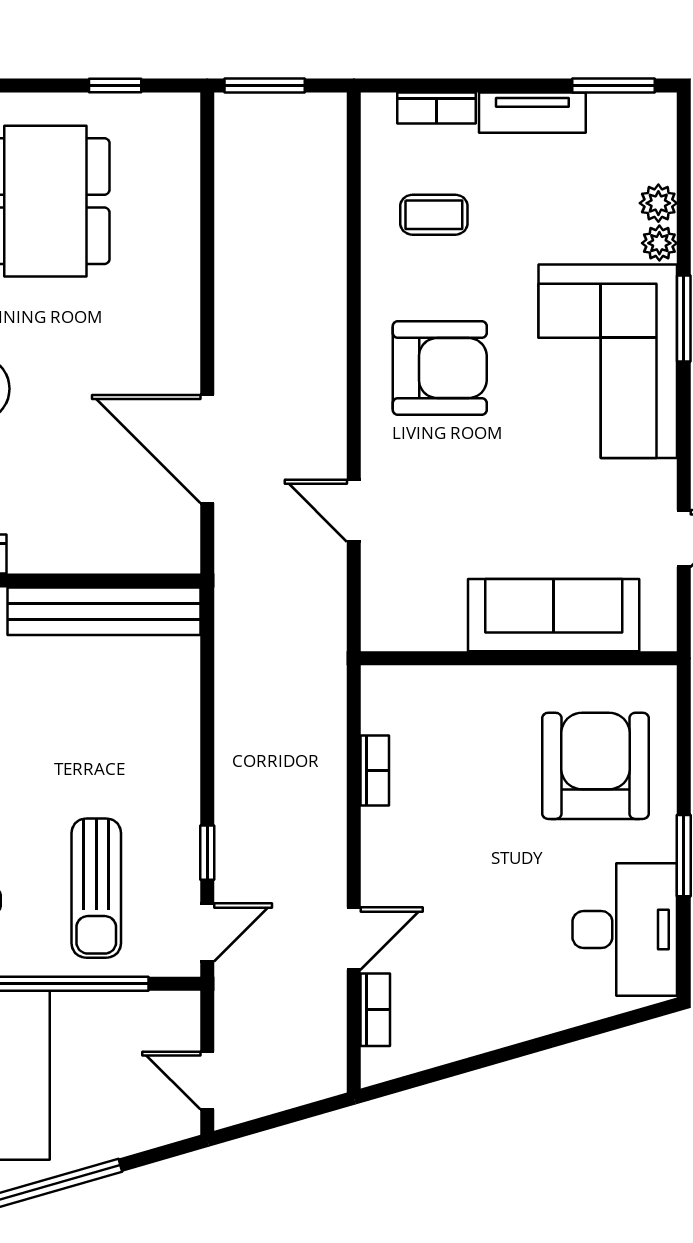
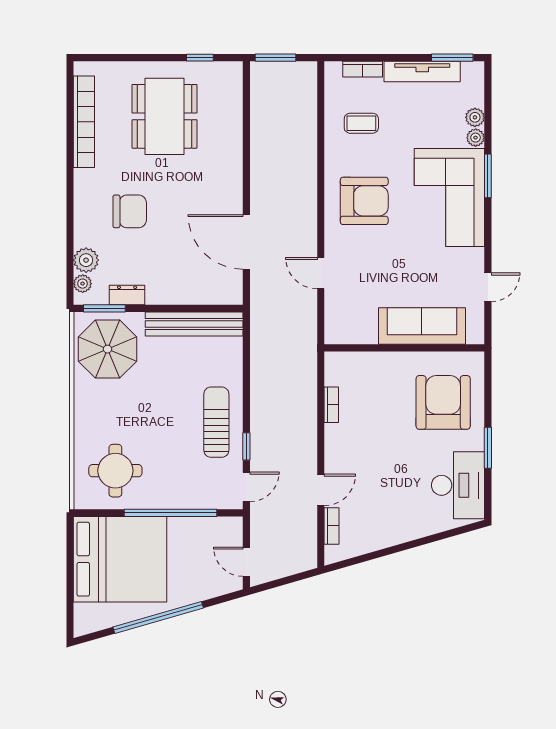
tv unit: (532, 113) -> (422, 71), width x1.41
sun lounger: (96, 888) -> (216, 422), moved, turned 180

